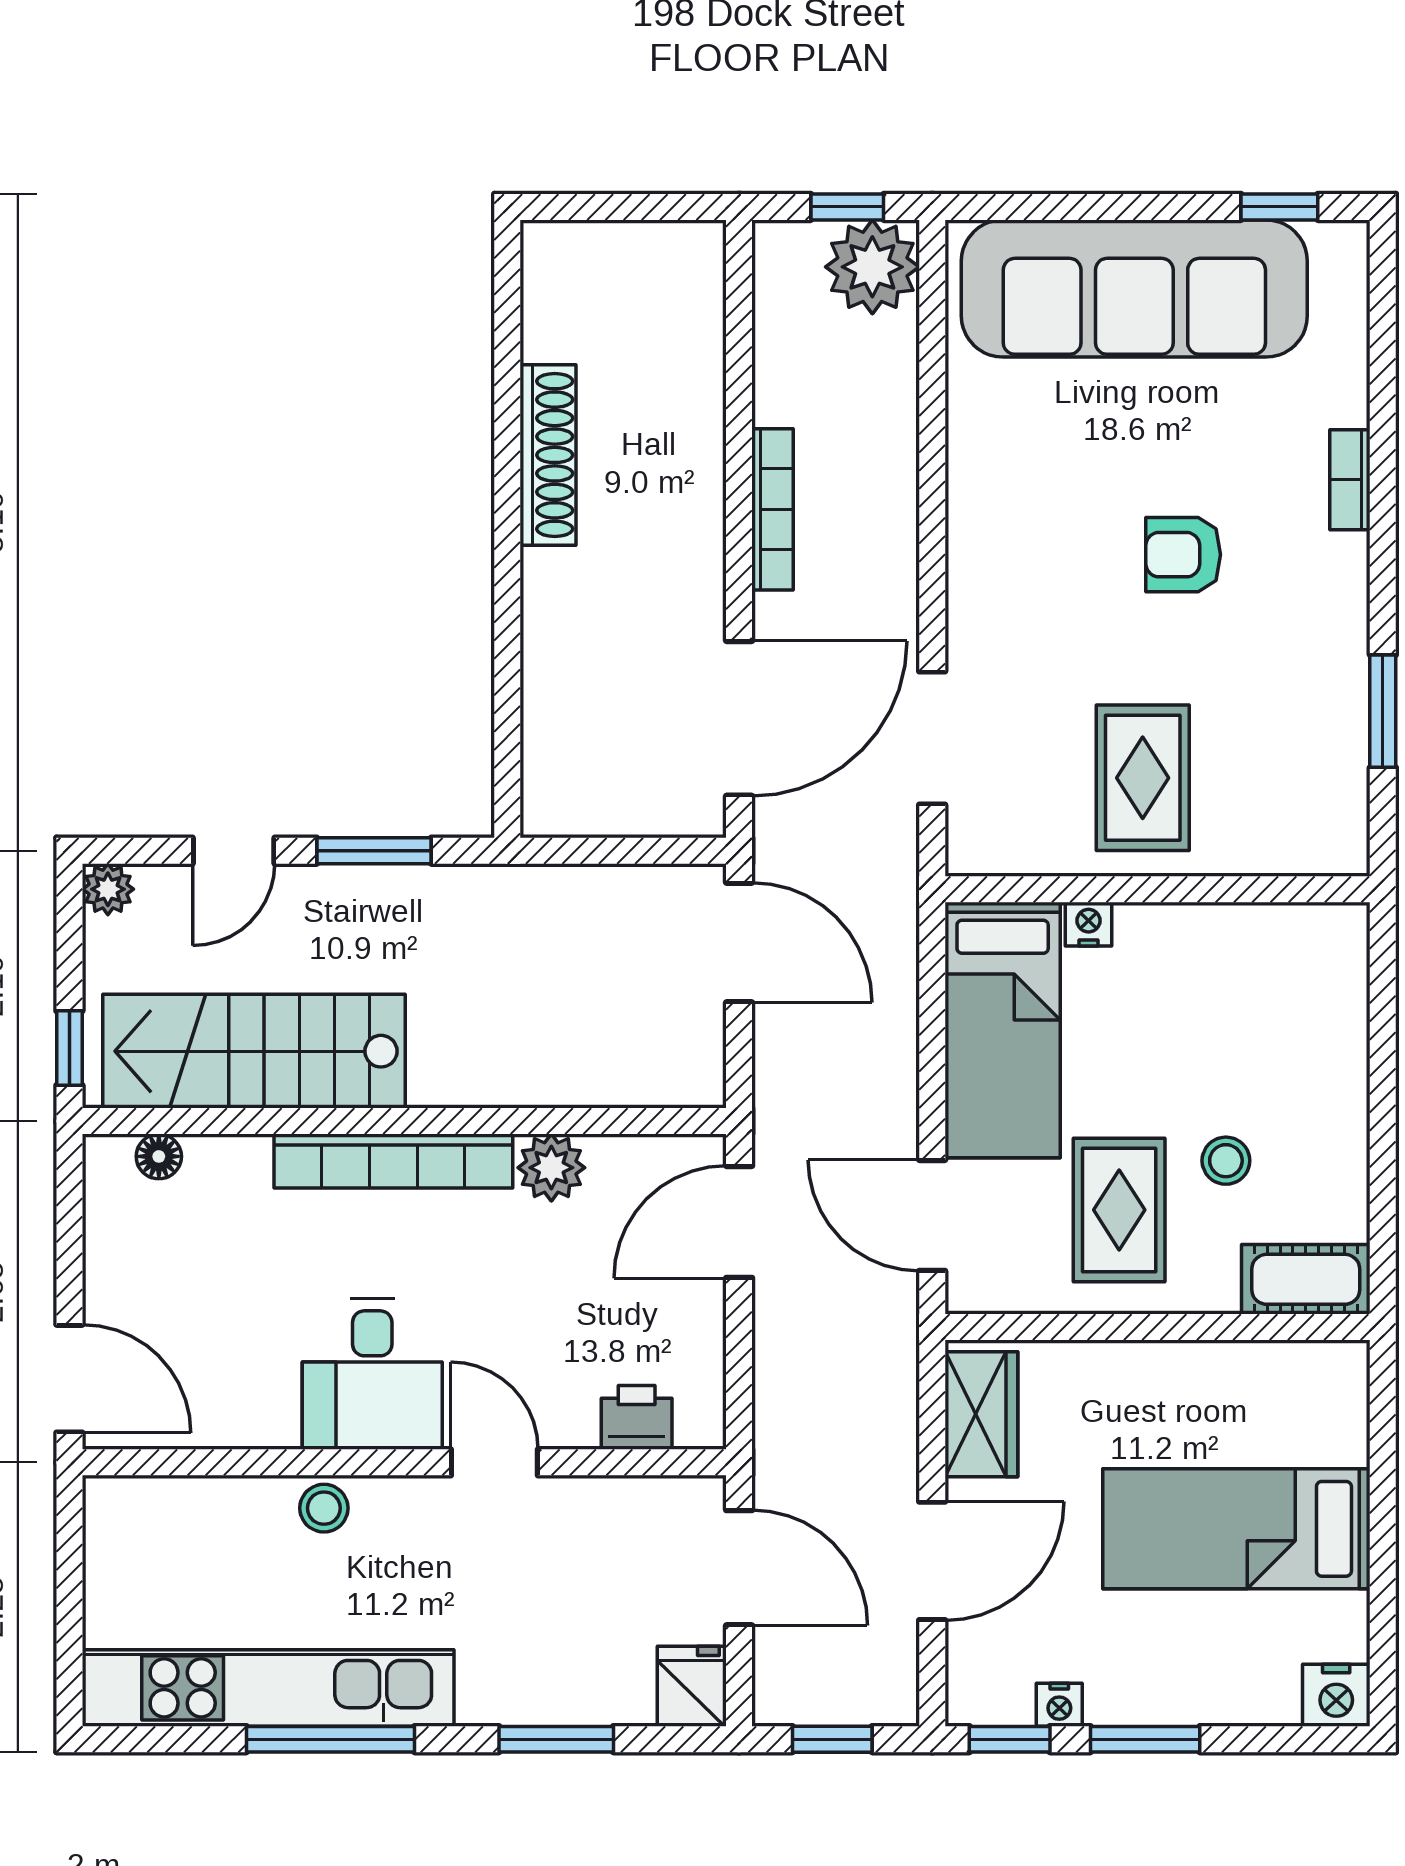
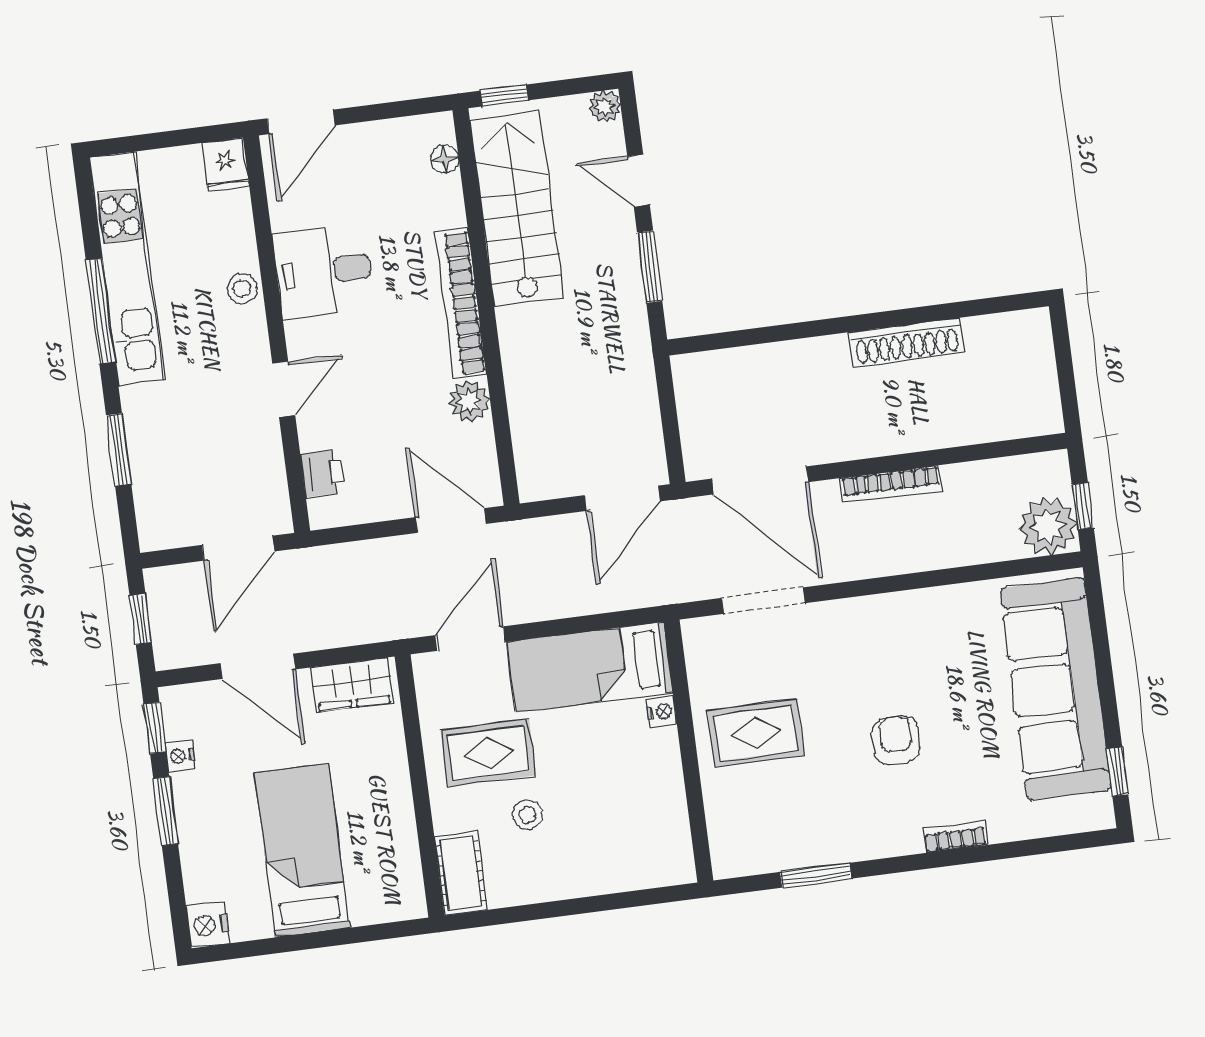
desk: (372, 1374) -> (323, 271), moved
fridge: (691, 1686) -> (225, 165), moved, turned 90

